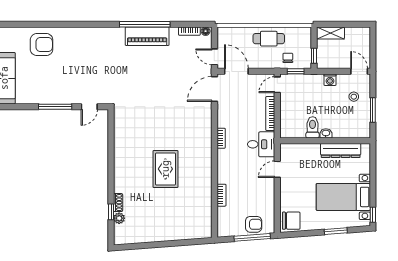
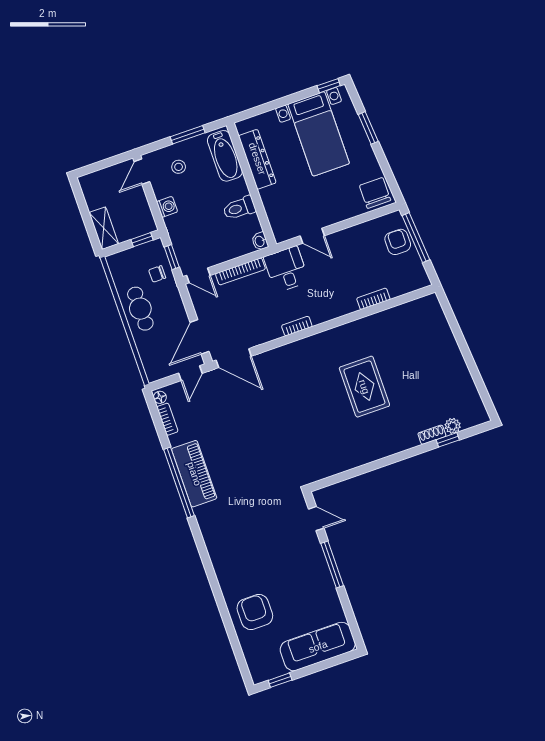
bathtub: (350, 130) -> (225, 156), added
washbasin: (326, 133) -> (260, 241), moved
rug: (165, 169) -> (364, 387), turned 90

